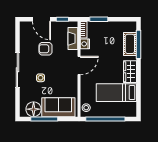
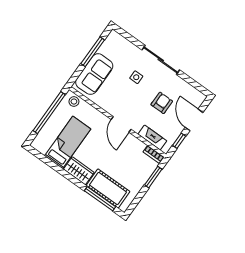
door: (41, 19) -> (194, 120), hinge flipped
nightstand: (85, 44) -> (139, 146), removed
cot: (130, 44) -> (108, 188), width x1.37, depth x1.34
floor lamp: (34, 109) -> (110, 48), removed

